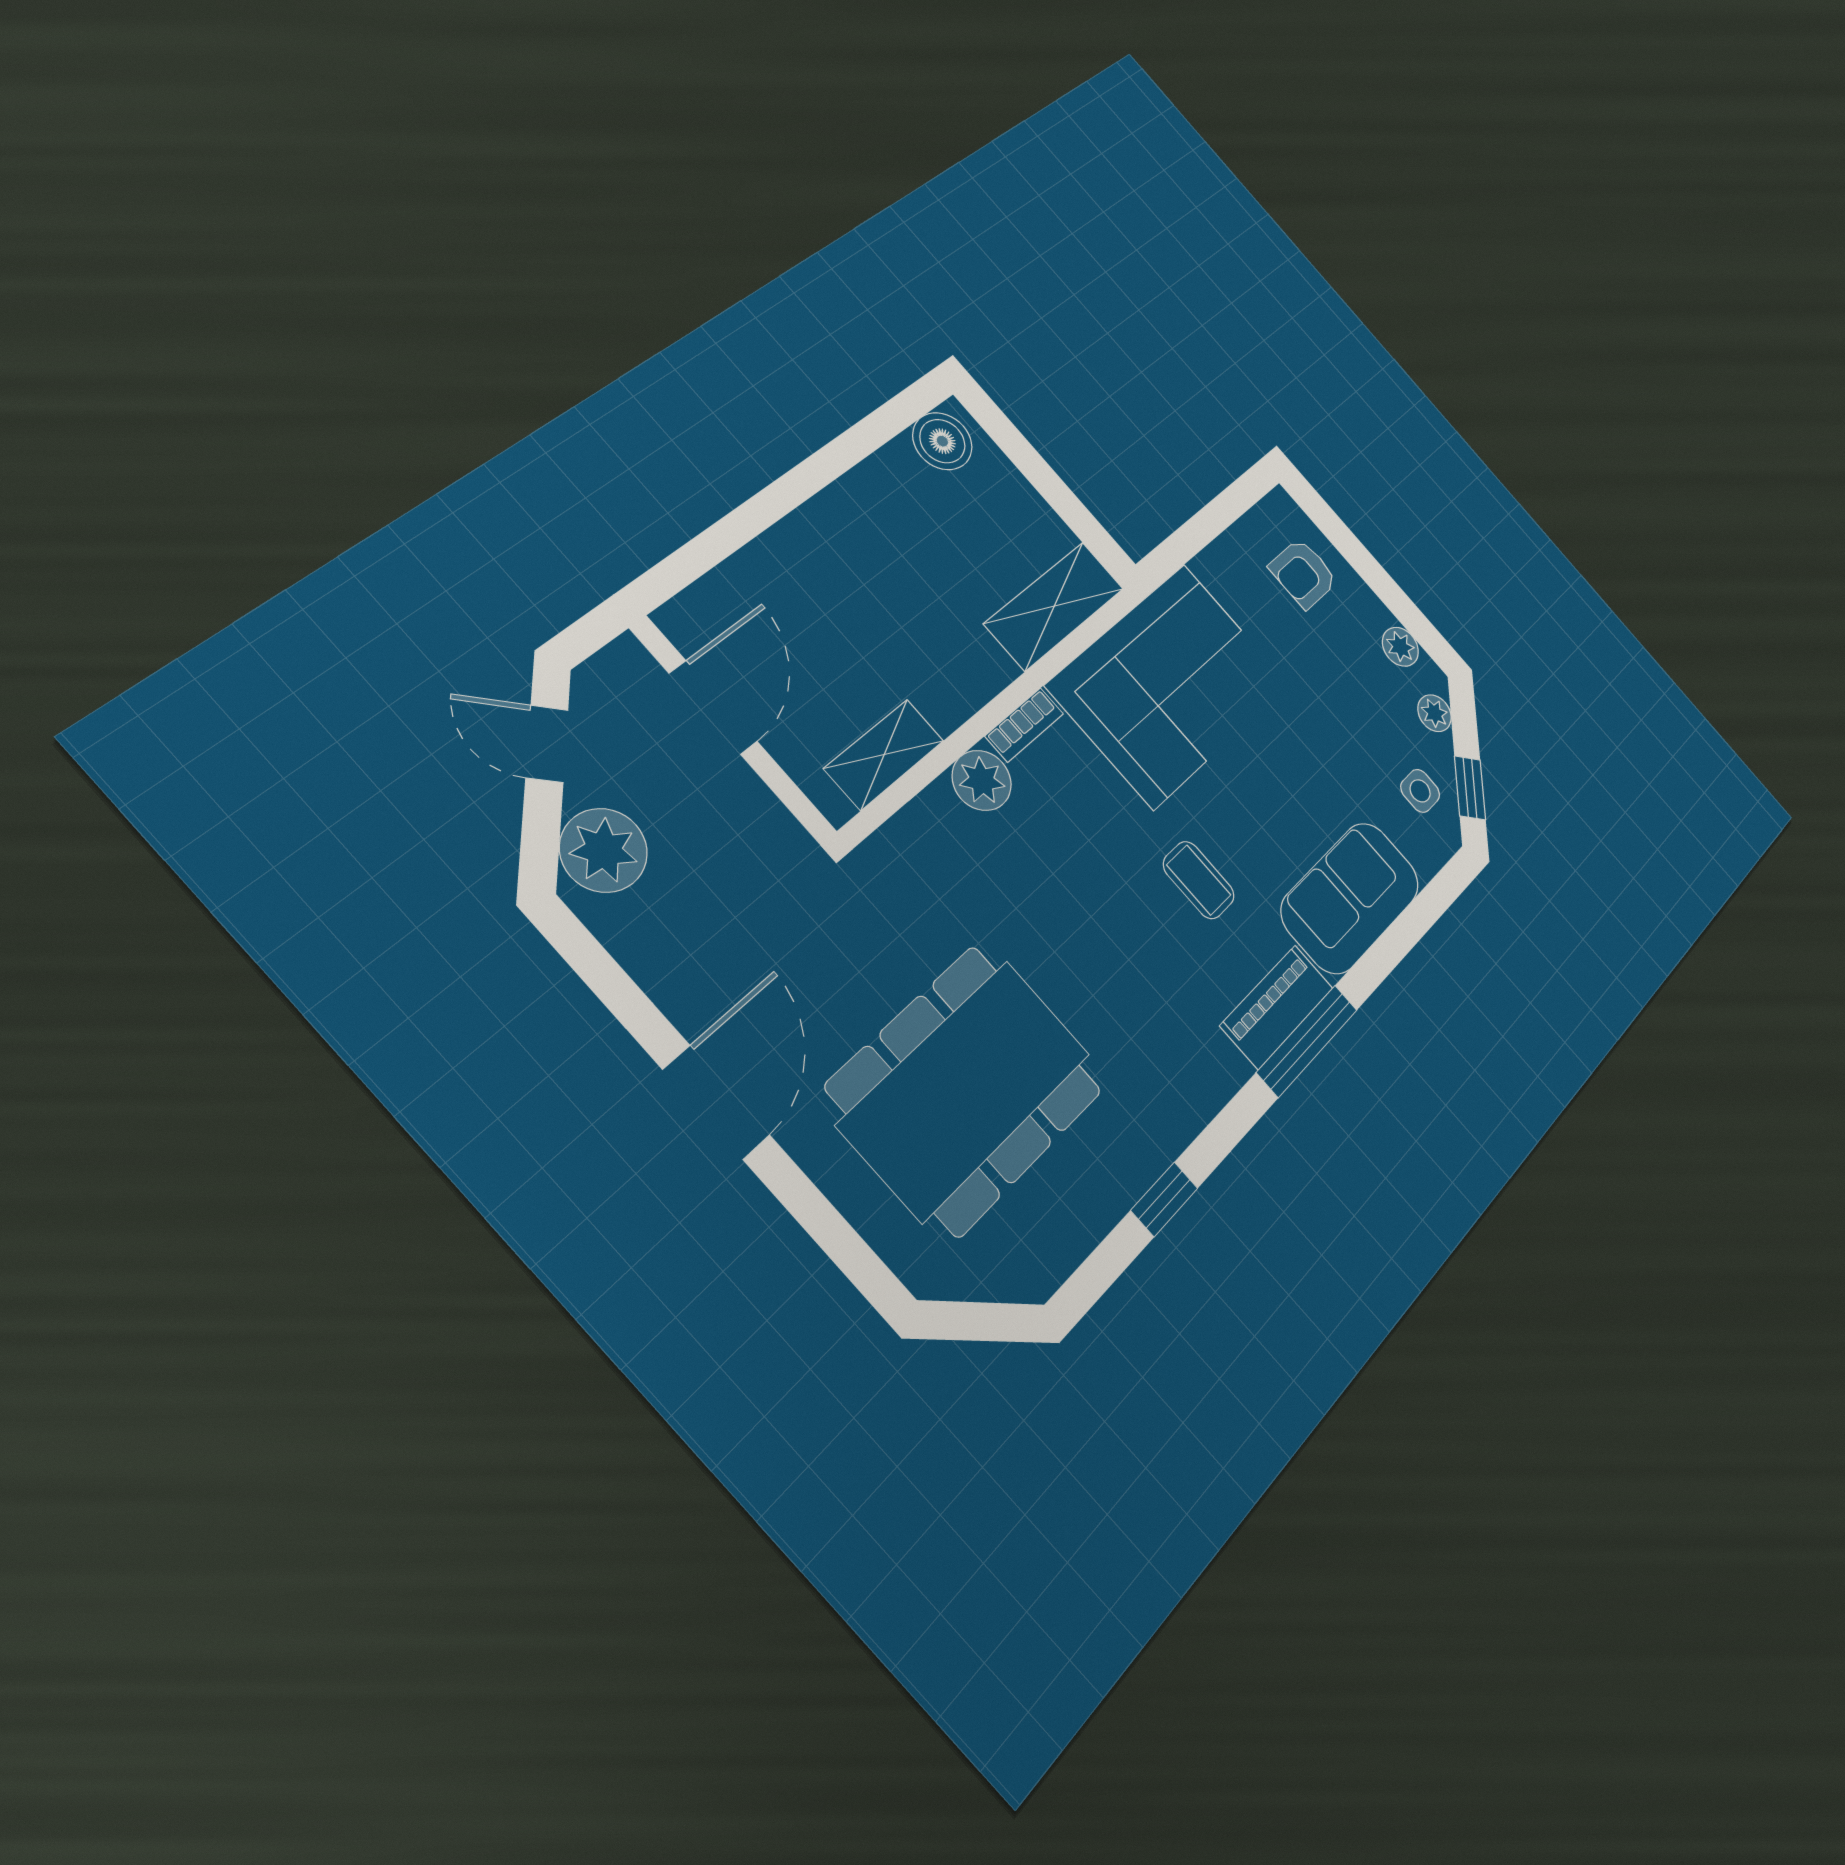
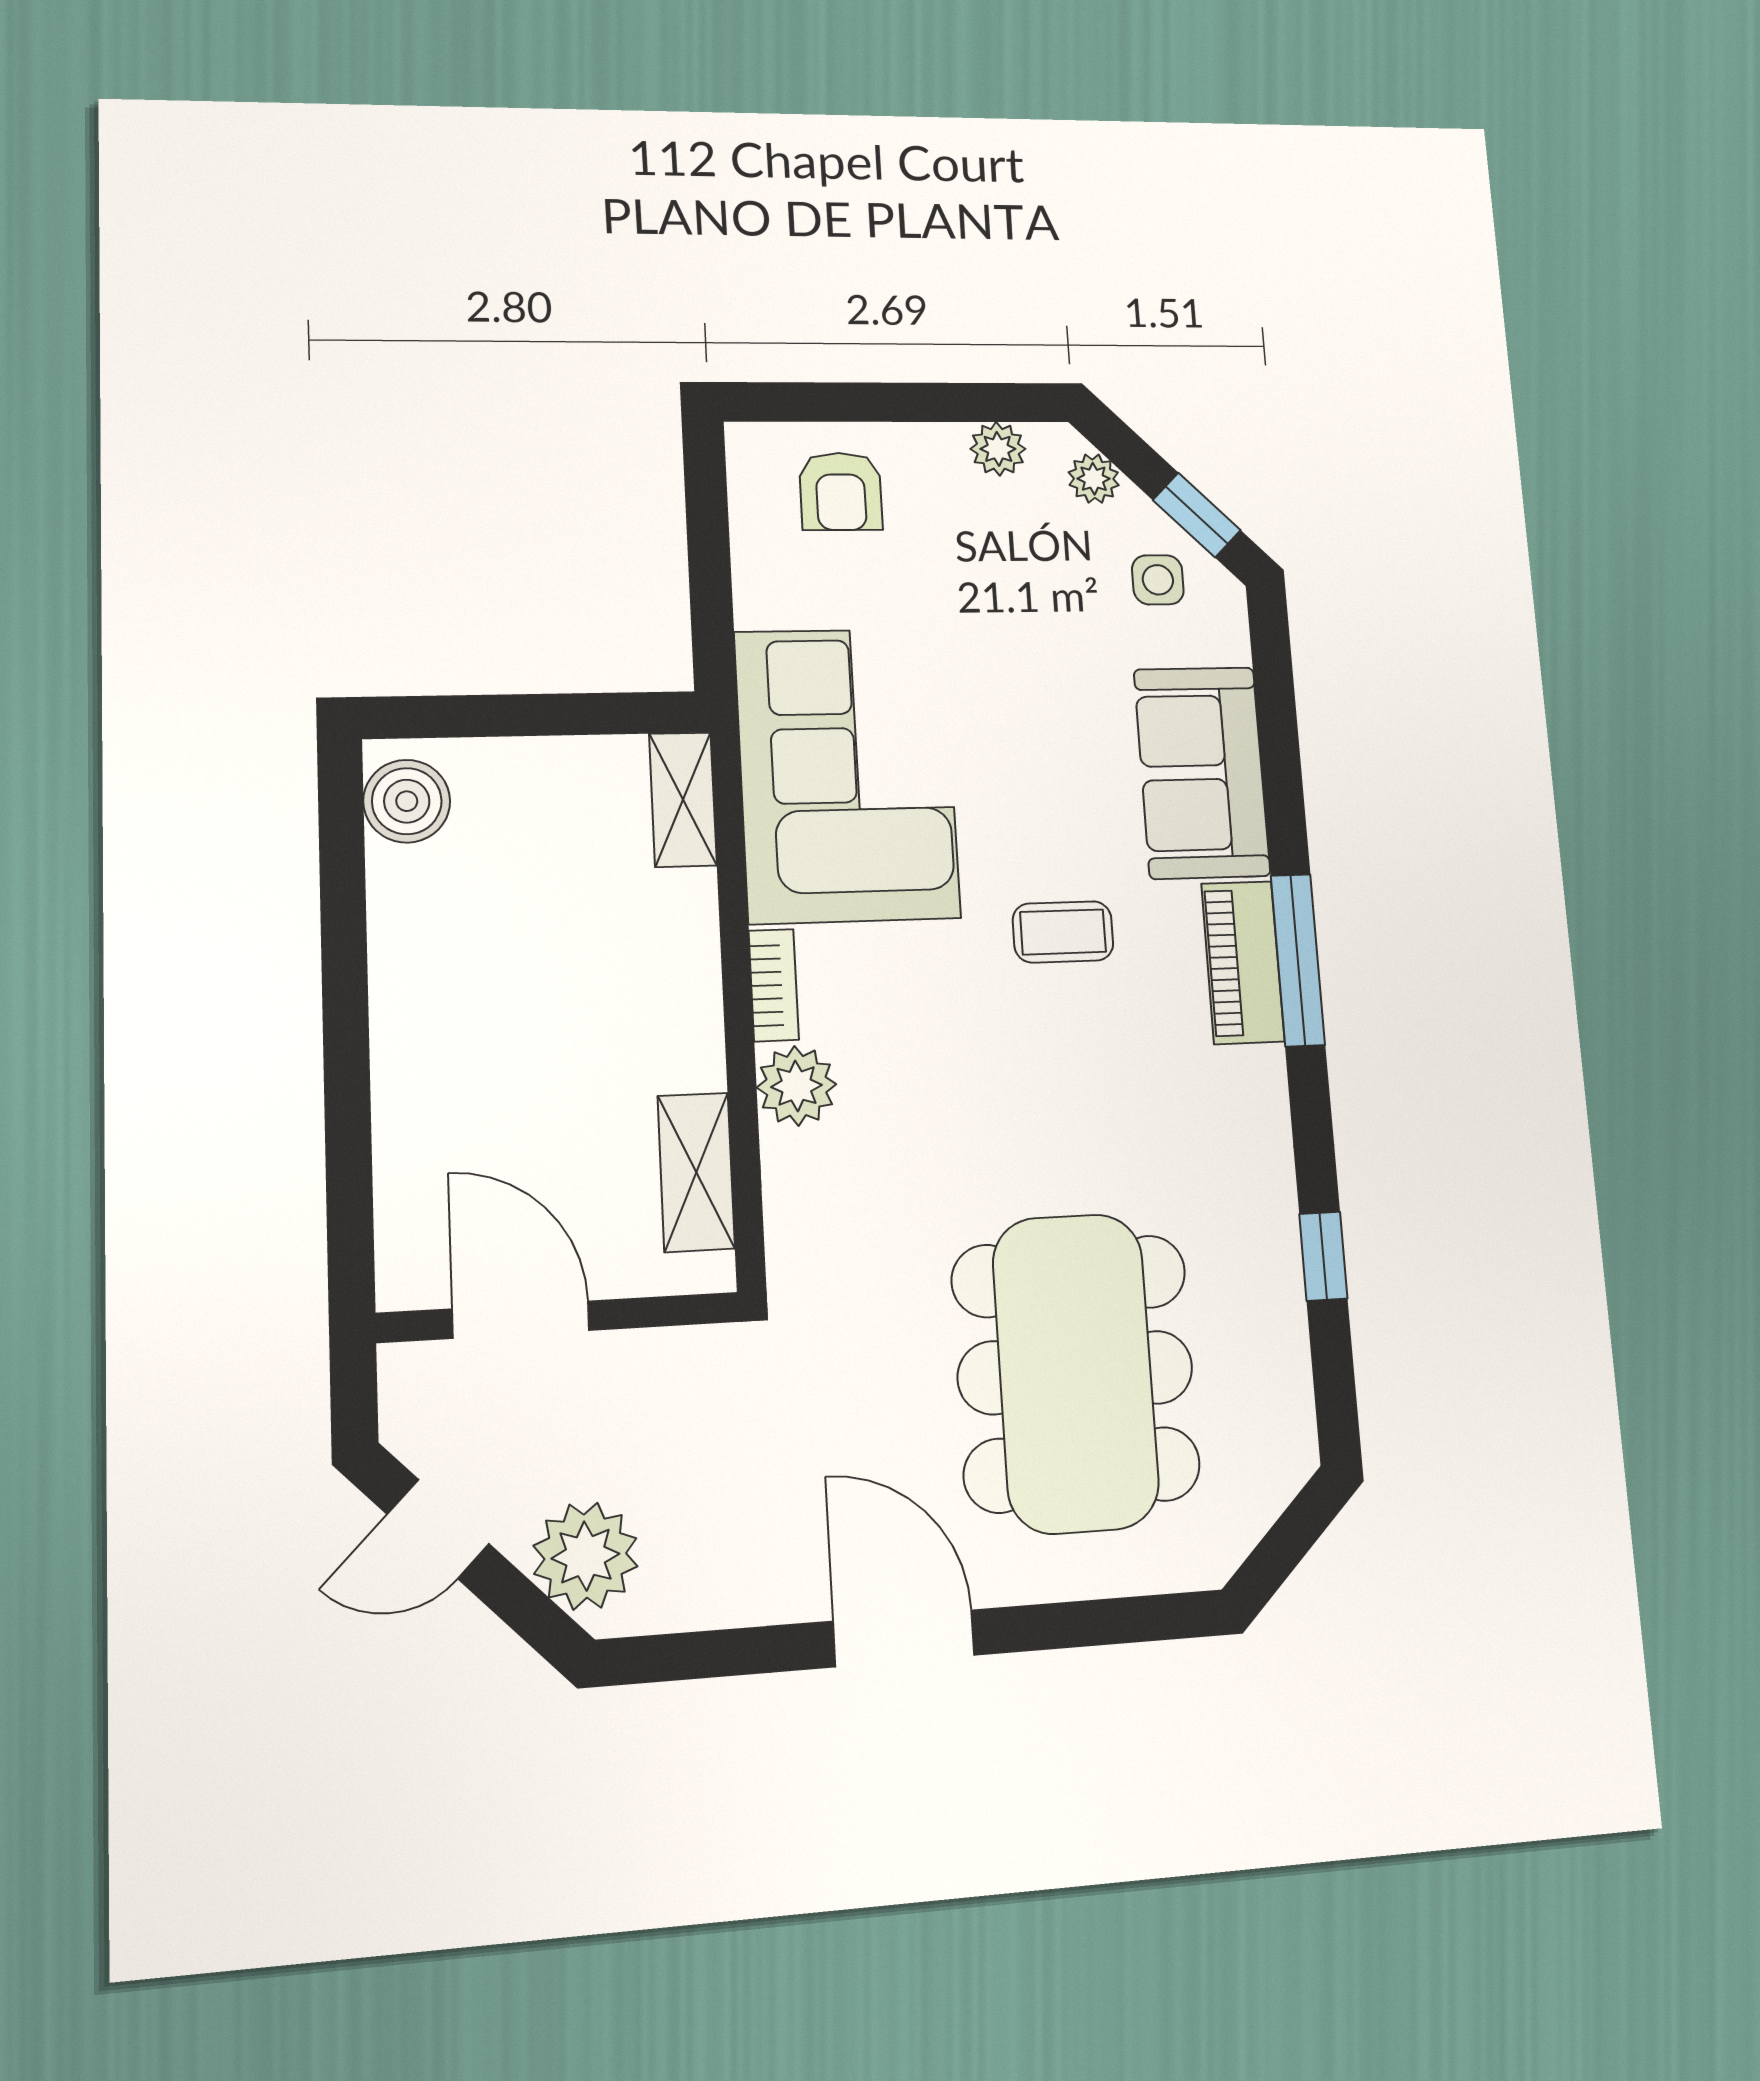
shelving: (1054, 606) -> (683, 800), width x0.67, depth x0.75

